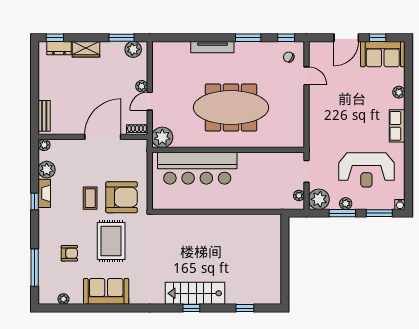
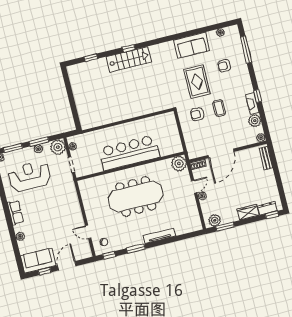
bar counter: (197, 168) -> (129, 153), moved
armchair: (122, 197) -> (197, 114), width x0.53, depth x0.53

